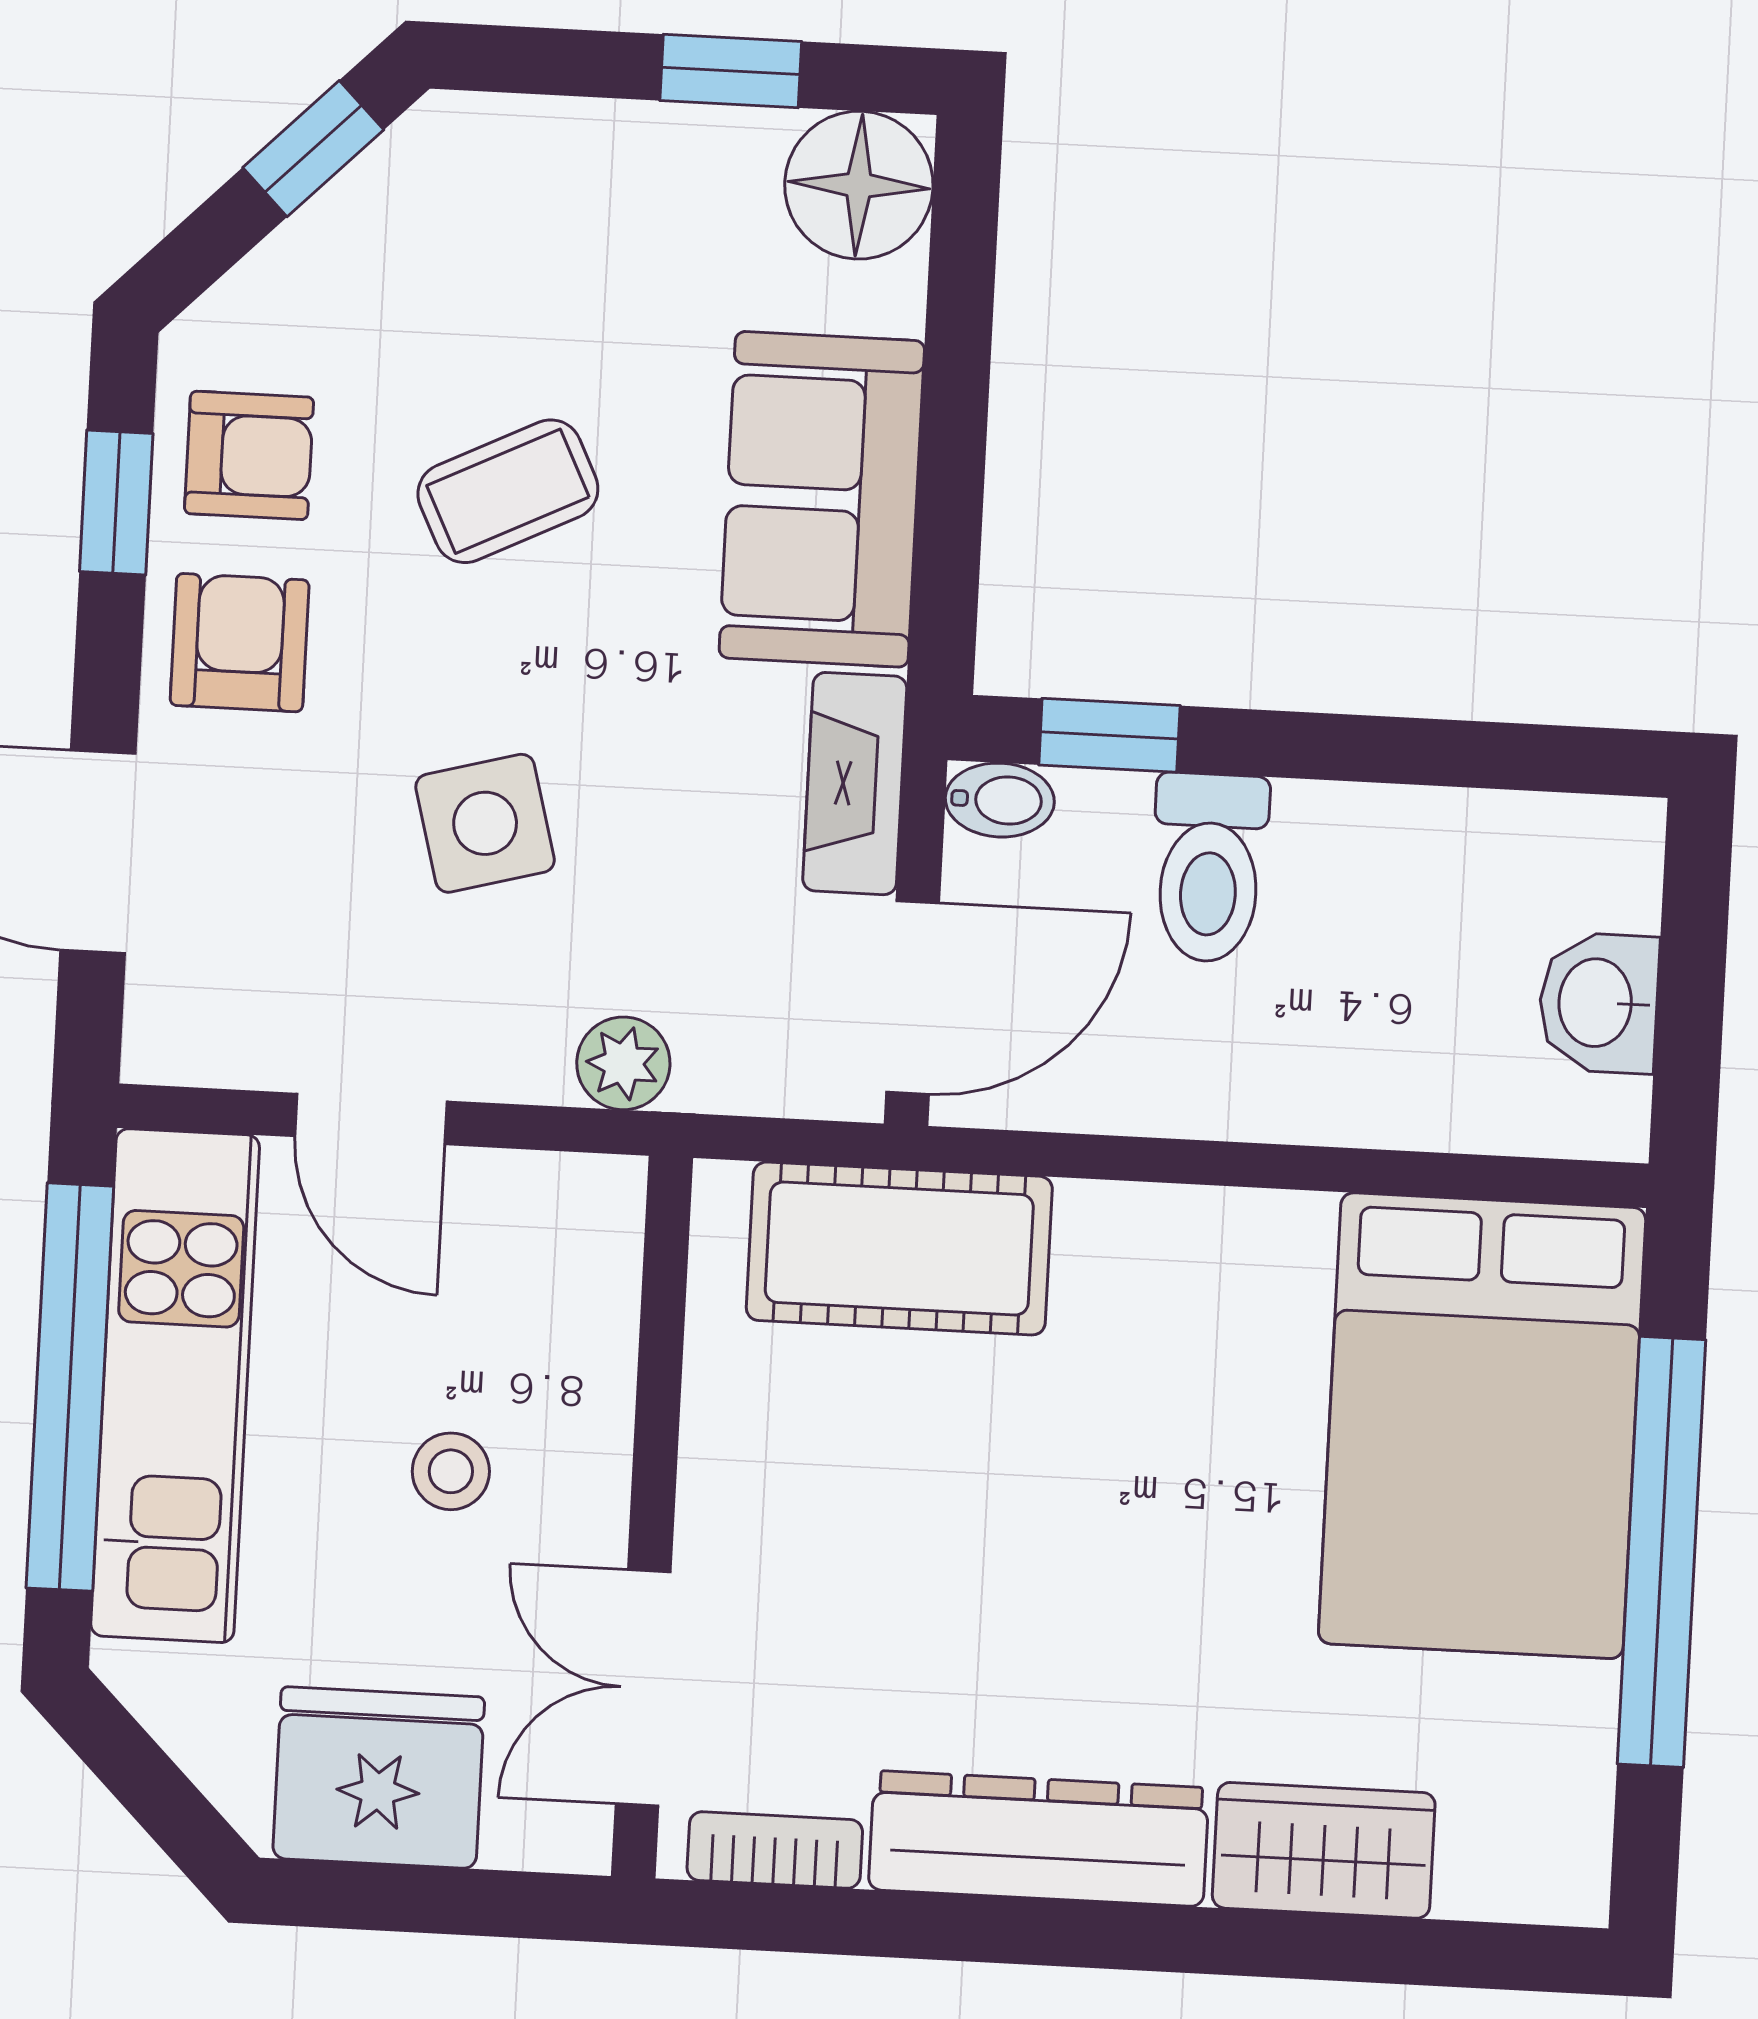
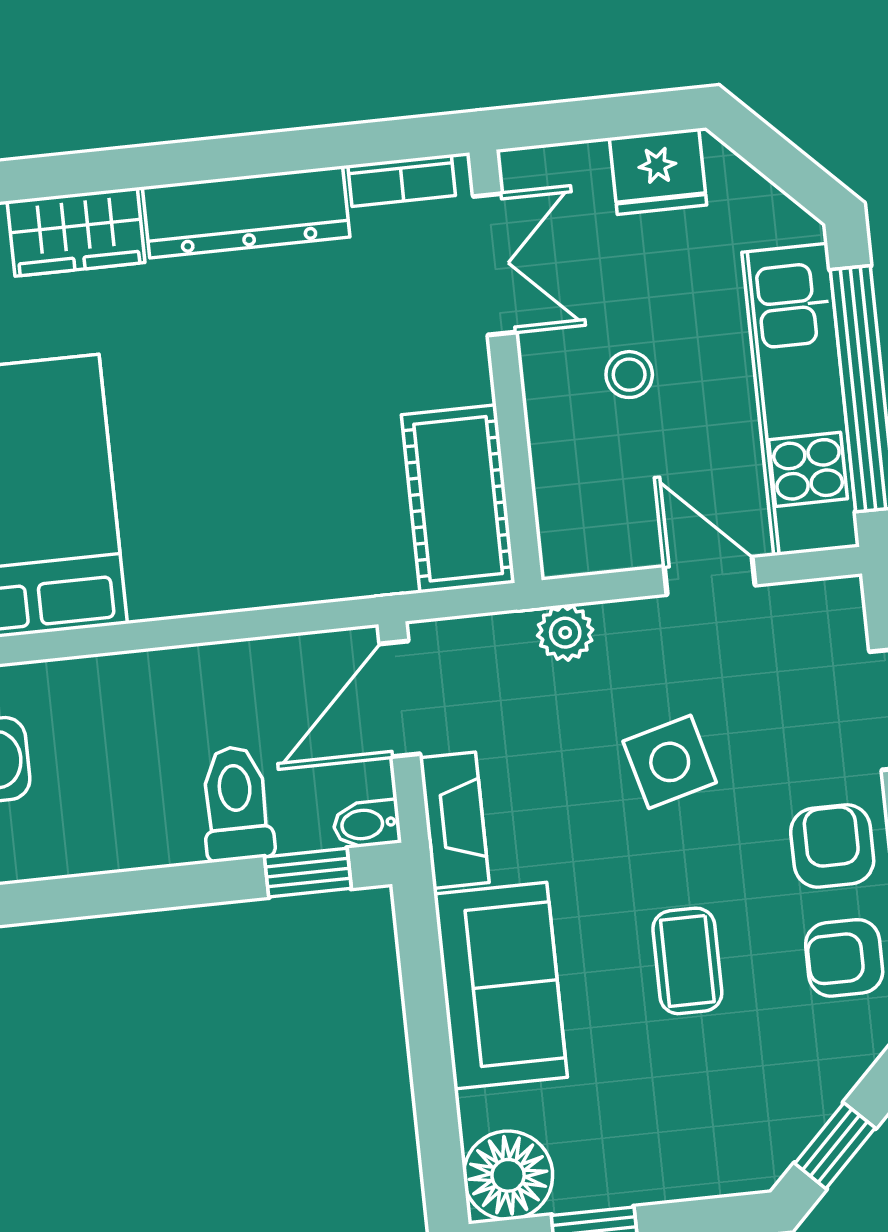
coffee table: (508, 491) -> (687, 961), turned -64
armchair: (240, 643) -> (832, 846), turned 180
cot: (899, 1248) -> (458, 499), moved, turned 90
fridge: (379, 1778) -> (658, 171), width x0.73, depth x0.75

